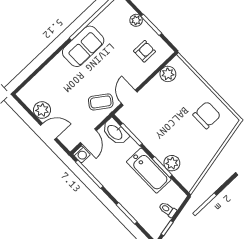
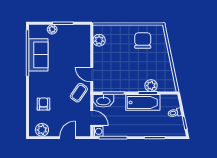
sofa: (83, 46) -> (38, 55), moved
armchair: (145, 51) -> (43, 104), moved
plant: (42, 110) -> (42, 130), moved

